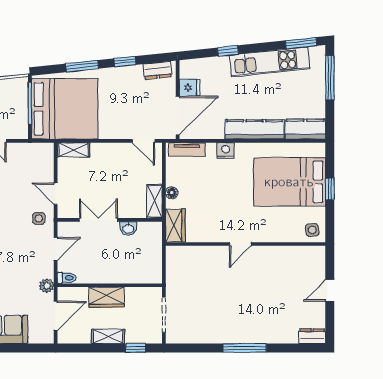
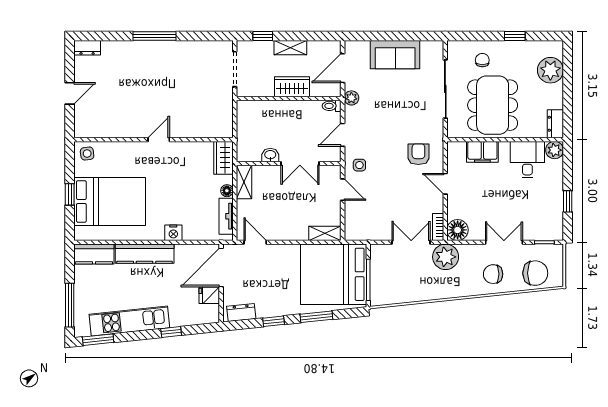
tv unit: (187, 150) -> (226, 216), moved, turned -90

